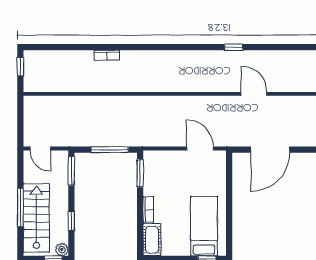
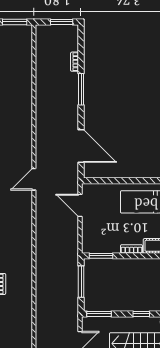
door: (254, 94) -> (34, 179), moved
door: (200, 148) -> (80, 205), hinge flipped

